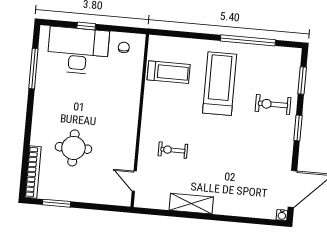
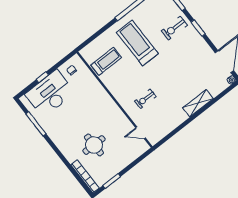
shelving: (191, 204) -> (198, 103), moved

